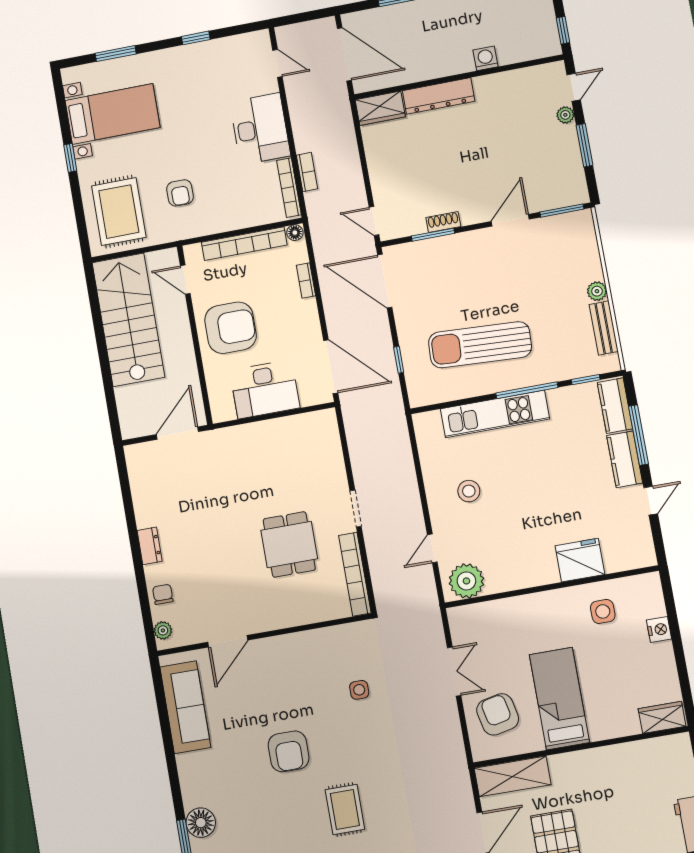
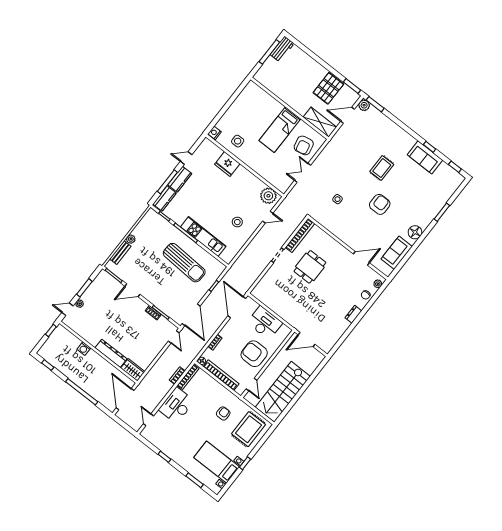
bench: (604, 328) -> (120, 253), moved
nightstand: (659, 629) -> (215, 133), moved
sofa: (185, 707) -> (397, 253), width x0.73
wardrobe: (662, 717) -> (255, 90), removed
floor lamp: (201, 823) -> (415, 232), moved

